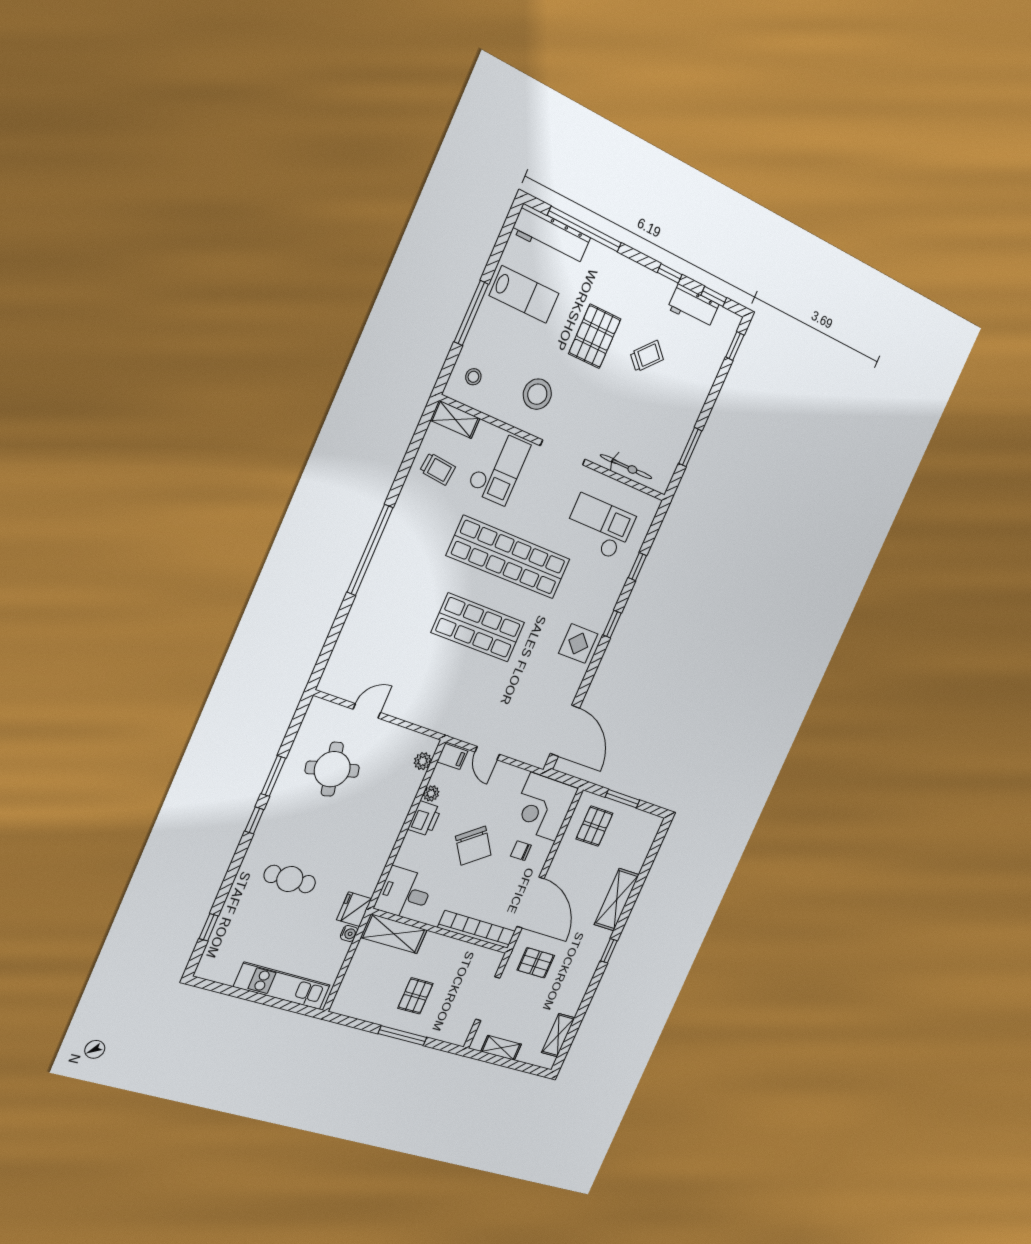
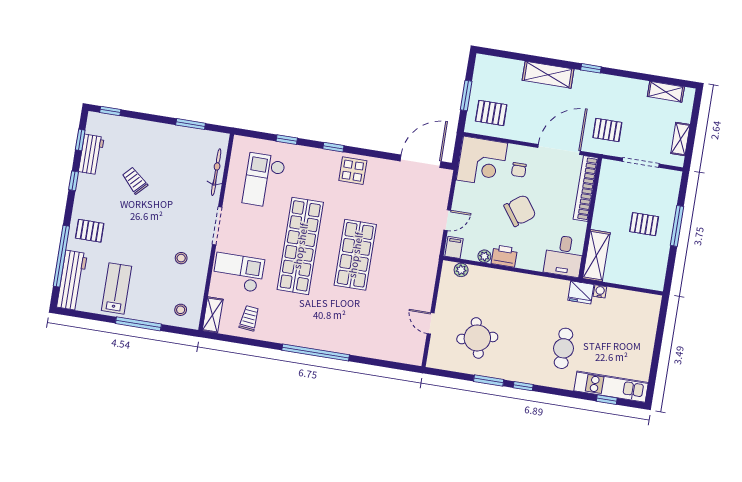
pallet: (595, 336) -> (90, 231), moved, width x0.67, depth x0.71
stool: (537, 394) -> (181, 258), width x0.53, depth x0.53
pallet: (536, 963) -> (607, 130), turned 90
kitchen unit: (282, 986) -> (611, 387), moved, turned 90

